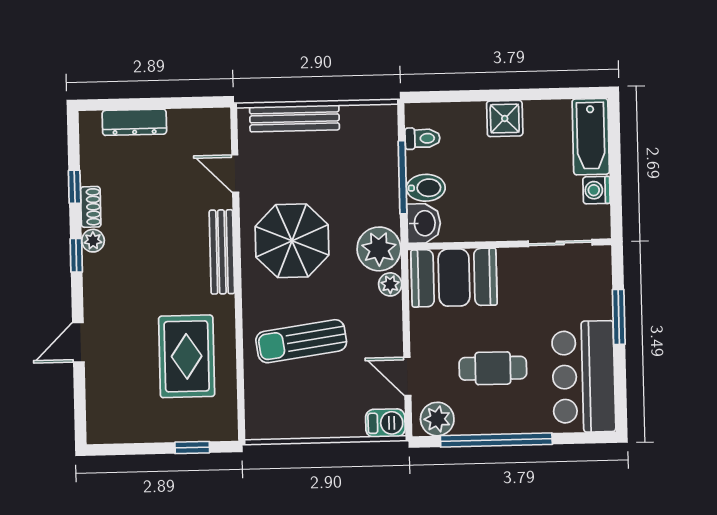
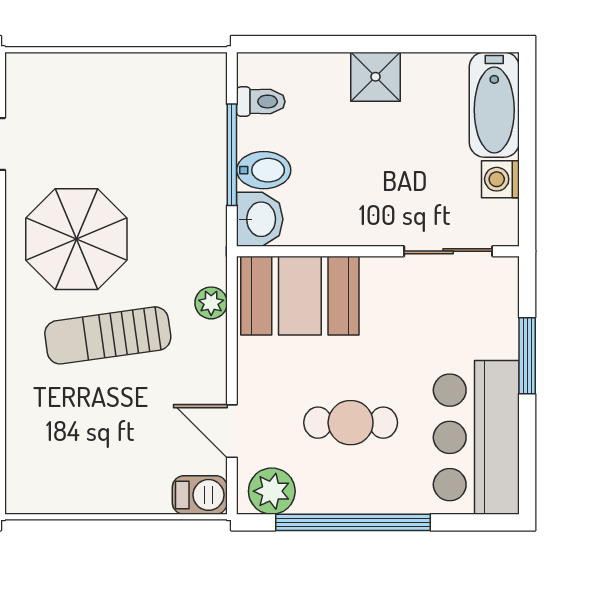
bench: (294, 118) -> (84, 69), removed
plant: (379, 249) -> (197, 253), removed
sun lounger: (301, 341) -> (108, 335), moved

